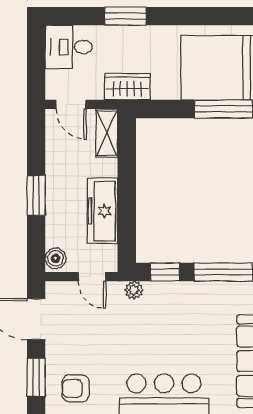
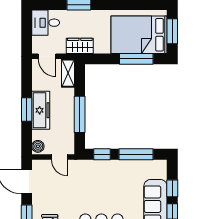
window: (127, 204) -> (80, 114), added
freezer: (102, 211) -> (41, 110), moved, turned 180
plant: (134, 290) -> (84, 165), removed

